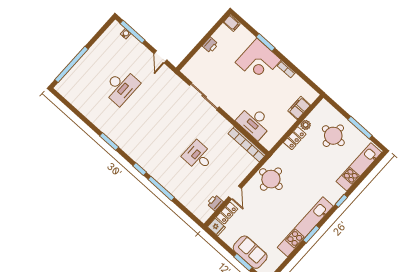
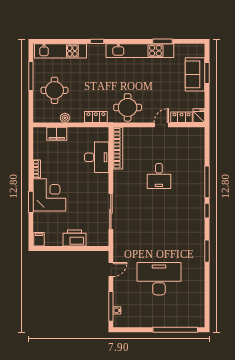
printer: (210, 45) -> (75, 238), width x1.87, depth x1.48
desk: (121, 87) -> (159, 279), width x1.36, depth x1.30
locker: (295, 138) -> (96, 117), moved
printer: (215, 203) -> (182, 133), removed
window: (311, 234) -> (162, 41), moved

